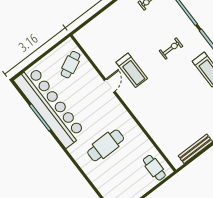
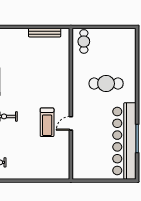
cafe table: (70, 65) -> (87, 159), removed
treadmill: (132, 70) -> (47, 122), turned 180

